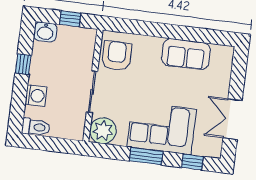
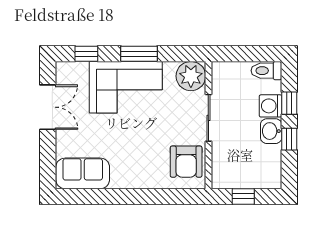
washbasin: (45, 32) -> (271, 131), moved, turned -90
sofa: (186, 54) -> (83, 173), moved
window: (19, 96) -> (289, 103), added

